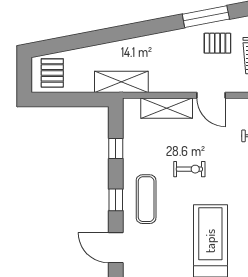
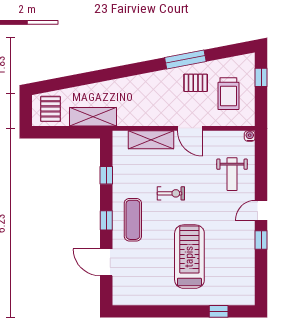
shelving: (121, 82) -> (93, 117), moved

